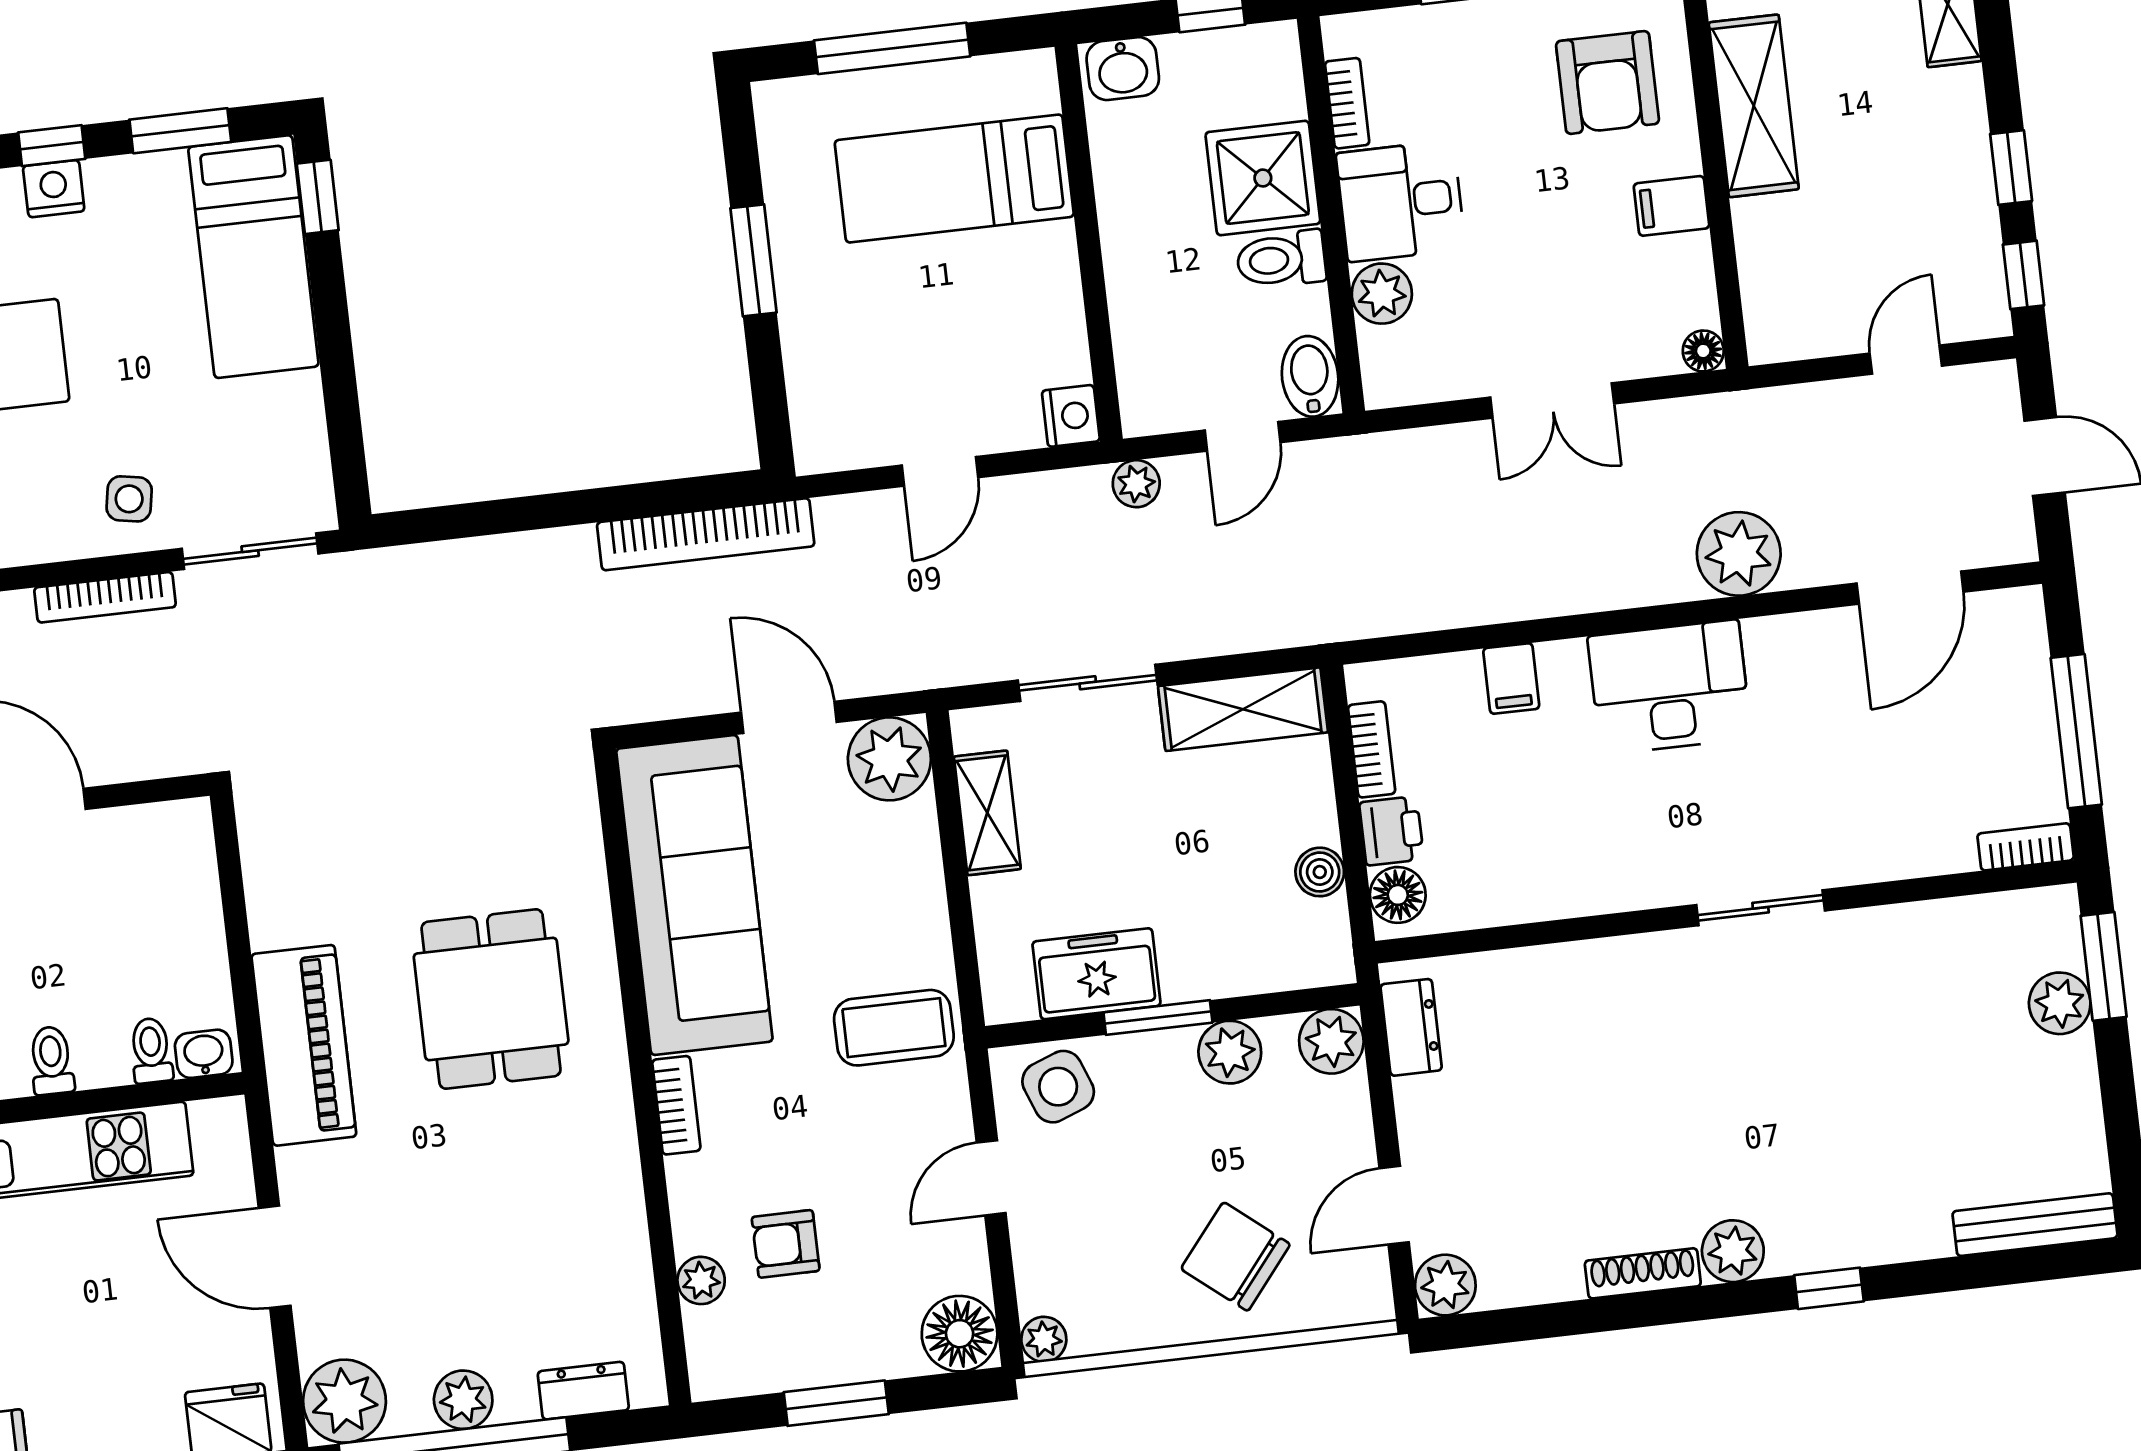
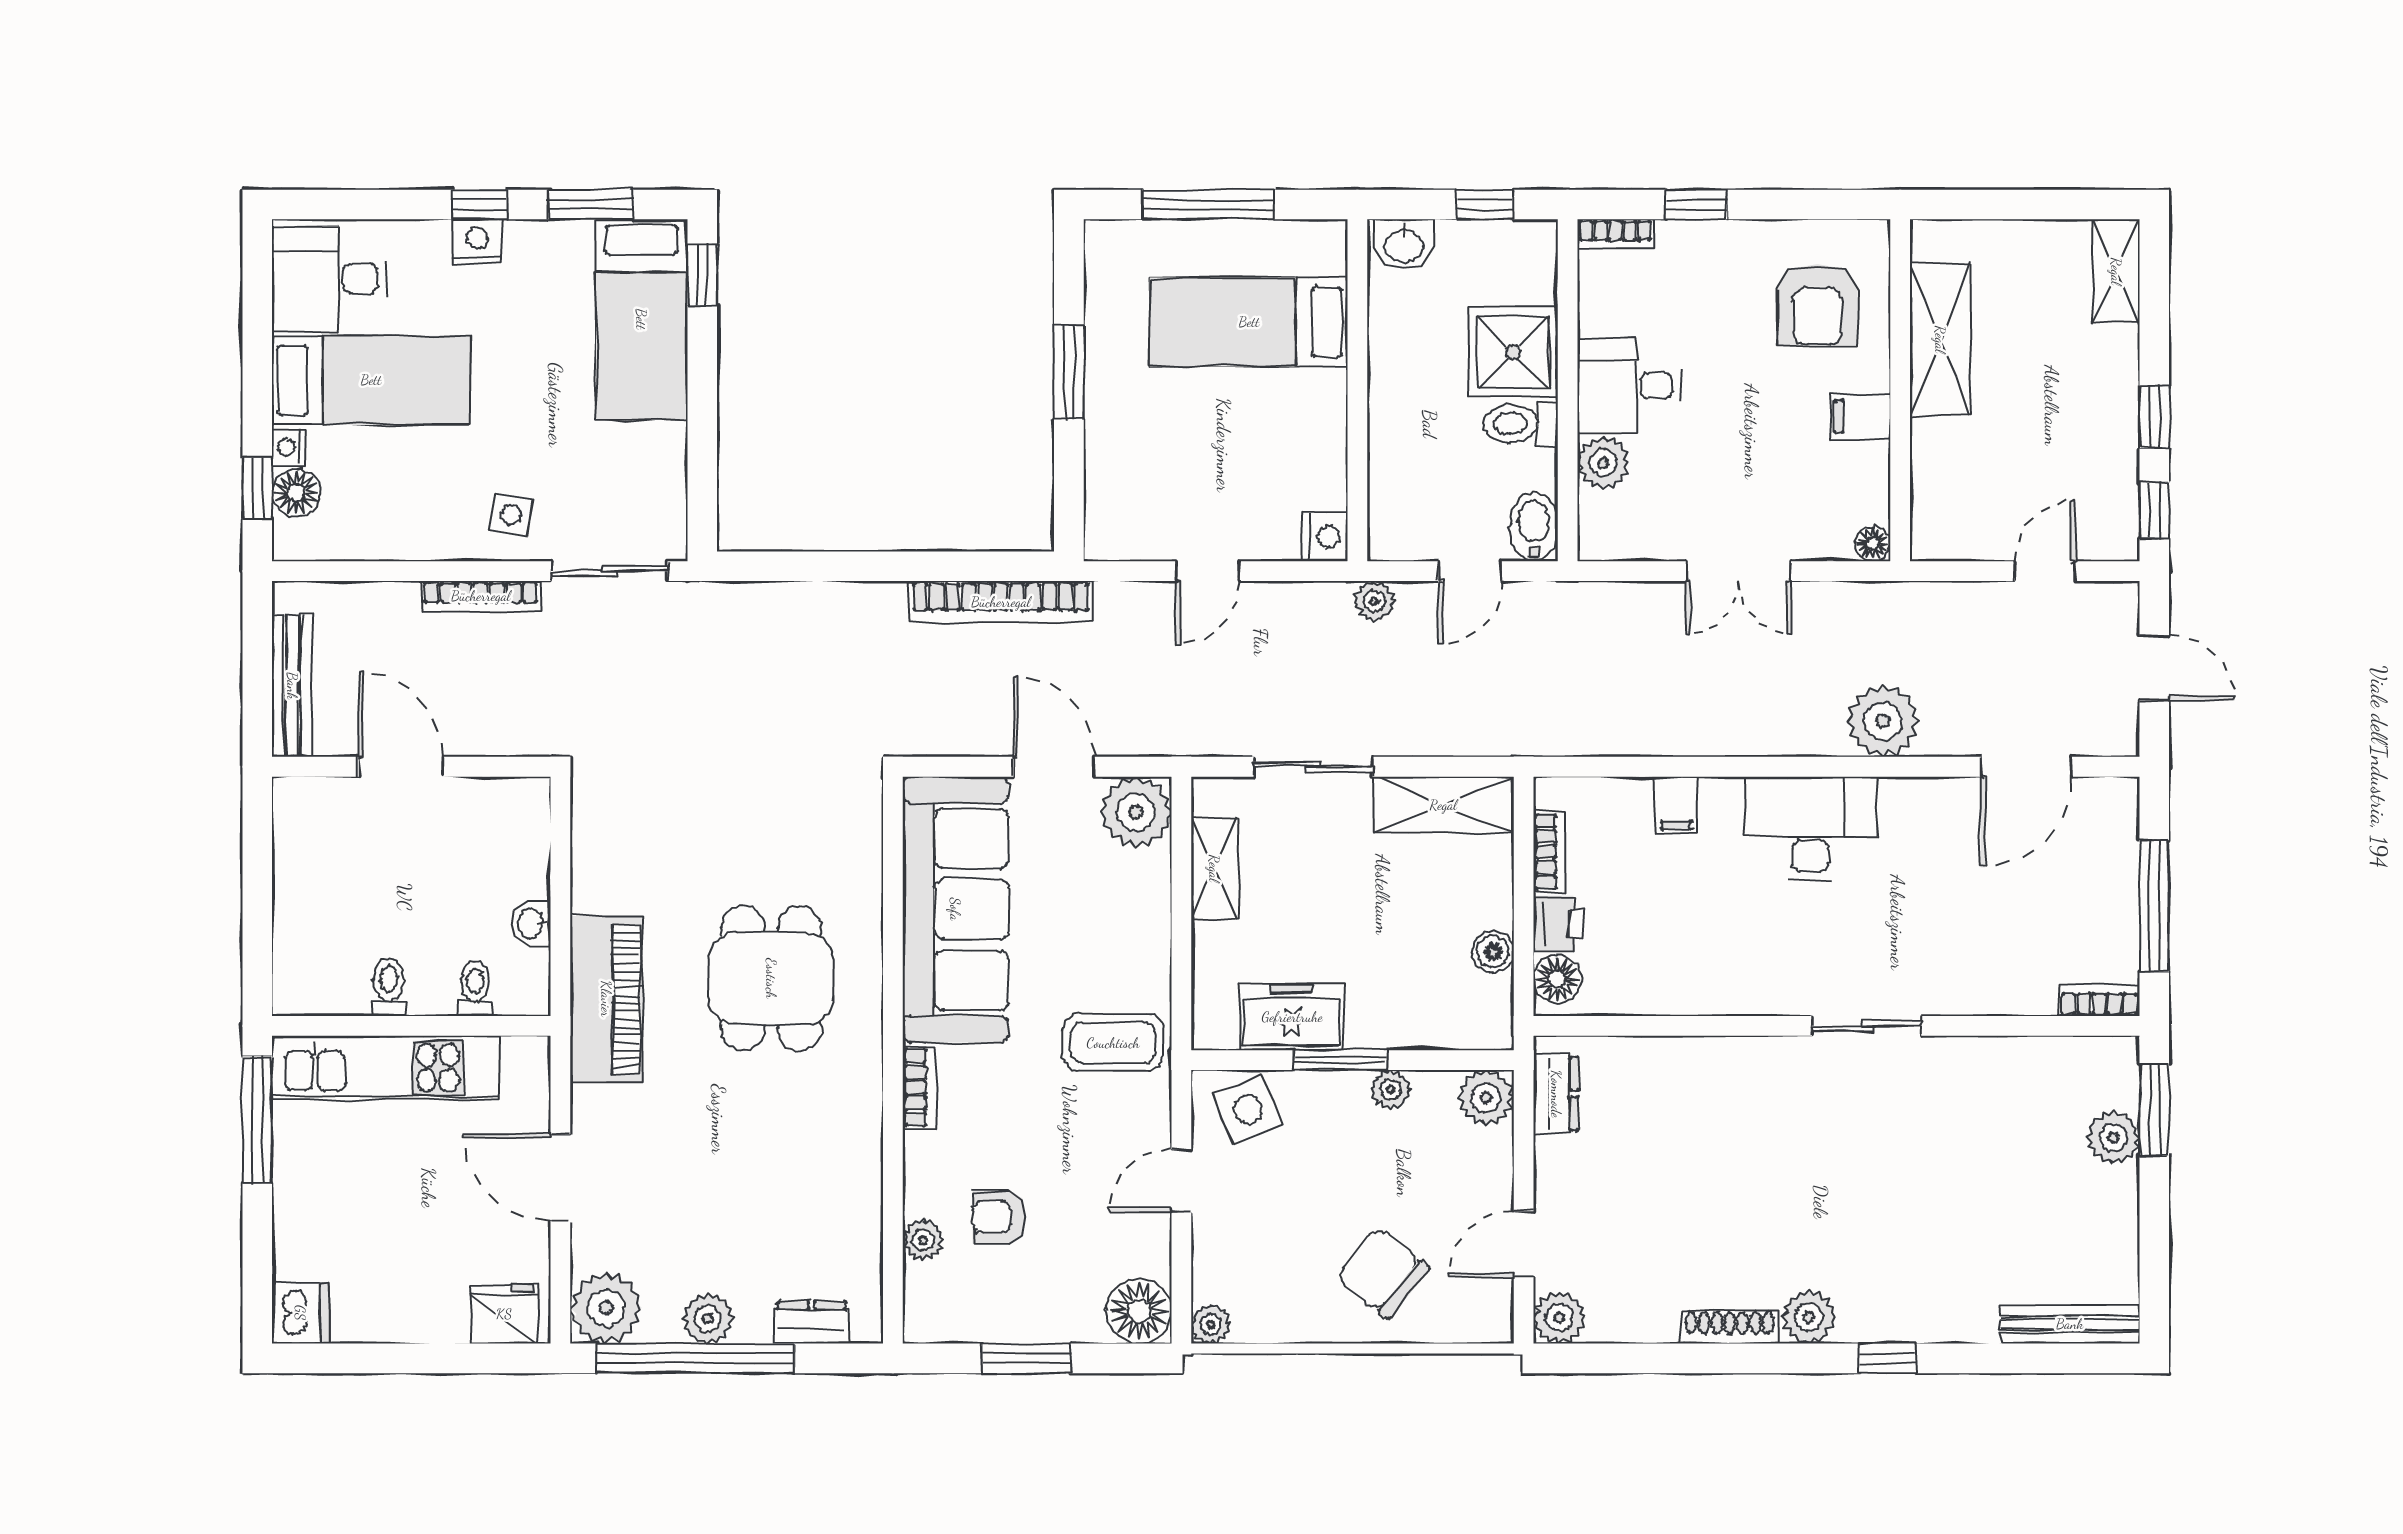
bookcase: (1347, 103) -> (1615, 234), moved, turned 90
plant: (1230, 1052) -> (1391, 1090), width x0.73, depth x0.73
washbasin: (204, 1054) -> (531, 924), moved, turned -90

